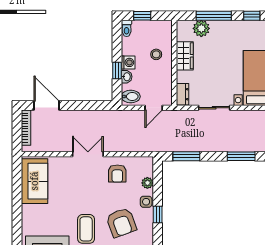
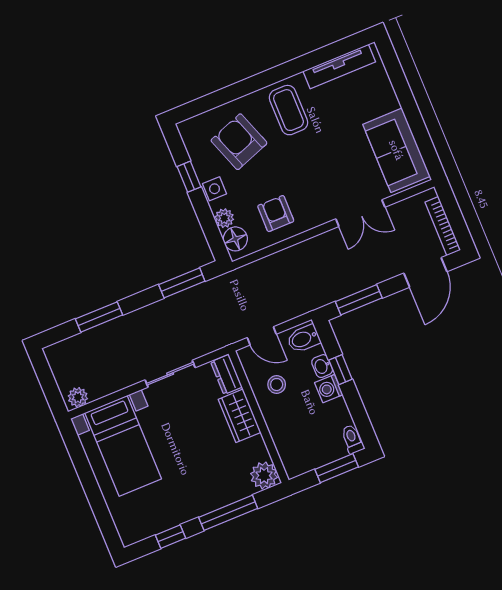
window: (142, 16) -> (337, 468), width x1.50
plant: (201, 28) -> (264, 476), moved
stool: (156, 54) -> (277, 385), moved
wardrobe: (185, 56) -> (240, 416), moved
door: (47, 106) -> (425, 272), hinge flipped
window: (91, 106) -> (359, 300), added
door: (154, 108) -> (262, 336), swing flipped
double door: (88, 154) -> (360, 213), moved
floor lamp: (146, 169) -> (235, 239), added

